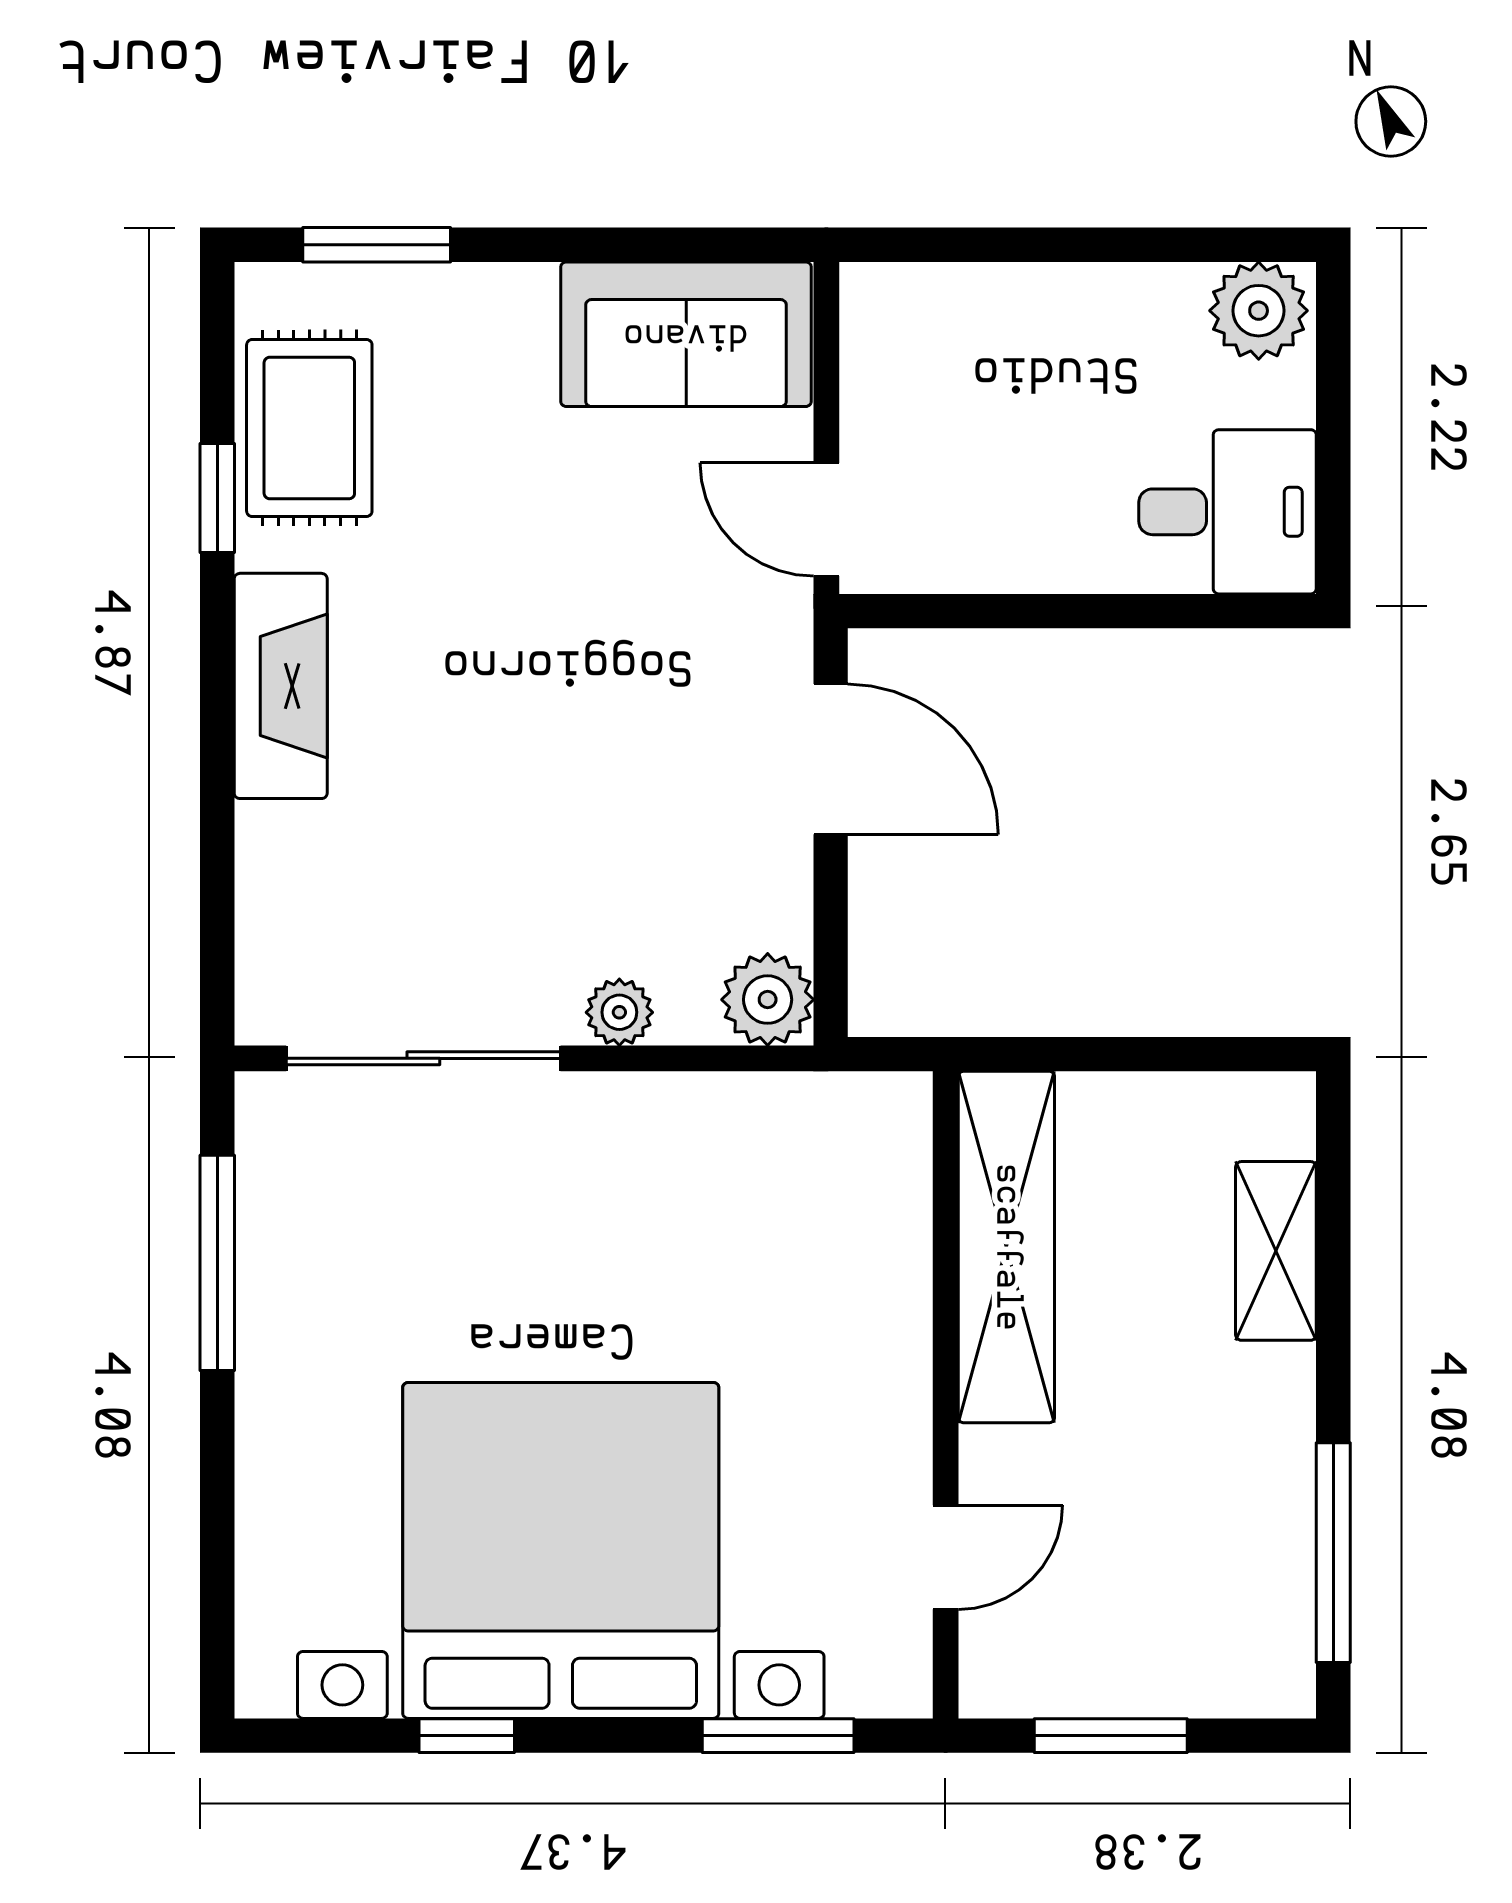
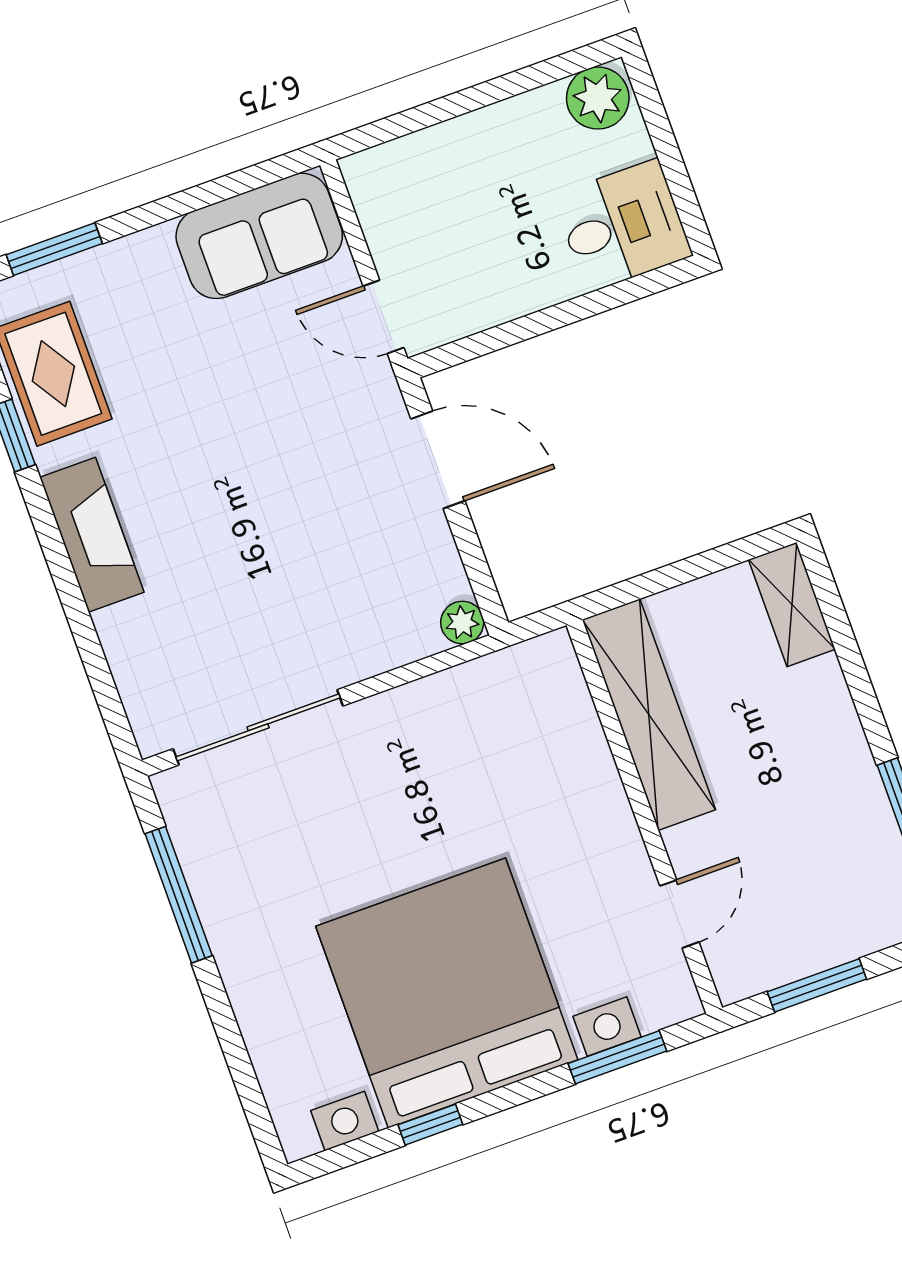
plant: (768, 1000) -> (462, 623), width x0.73, depth x0.73
plant: (619, 1012) -> (366, 657), removed
shelving: (1276, 1251) -> (792, 604), moved

